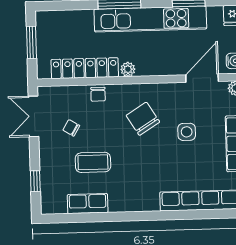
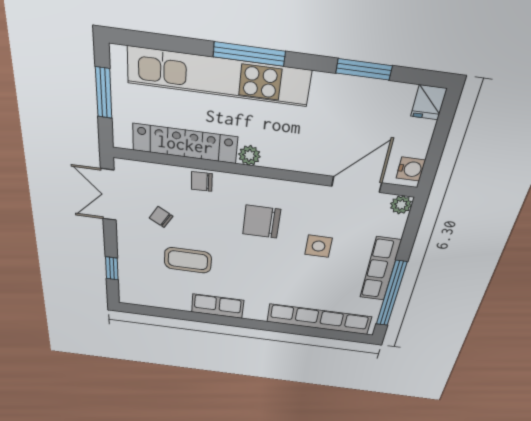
kitchen unit: (150, 19) -> (219, 77), moved
chair: (98, 94) -> (202, 181), turned 88
chair: (143, 119) -> (262, 222), turned -58
row of seats: (88, 204) -> (218, 306), moved

